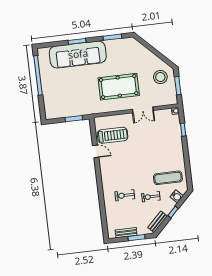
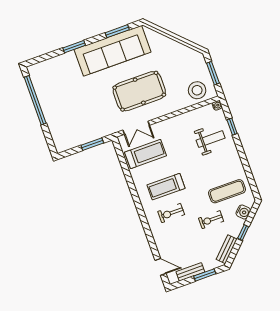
sofa: (78, 54) -> (112, 51), moved
stool: (160, 77) -> (197, 90), moved
double door: (143, 110) -> (136, 128), moved
weight bench: (165, 135) -> (211, 139), added
door: (96, 151) -> (161, 267), moved
treadmill: (122, 164) -> (166, 187), added
exercise bike: (125, 195) -> (171, 213), moved

